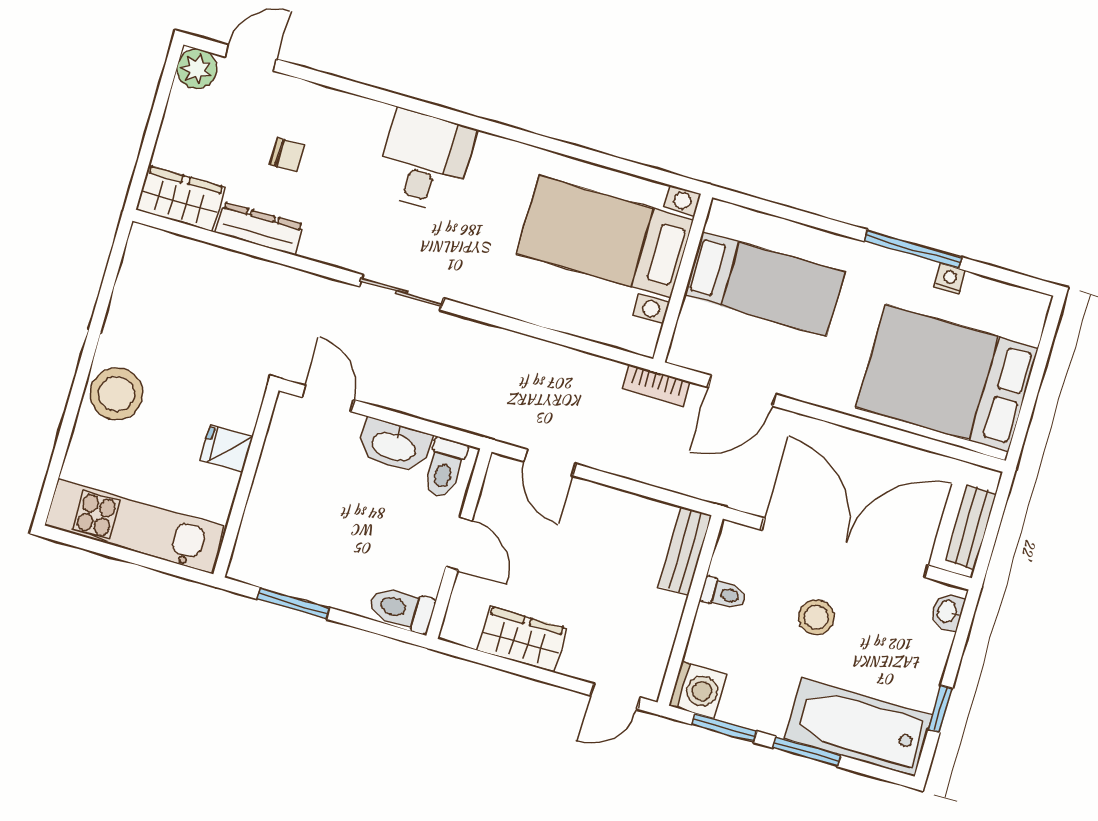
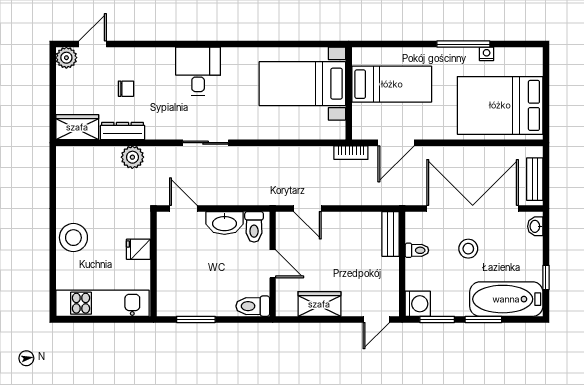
plant: (263, 281) -> (132, 157), added

